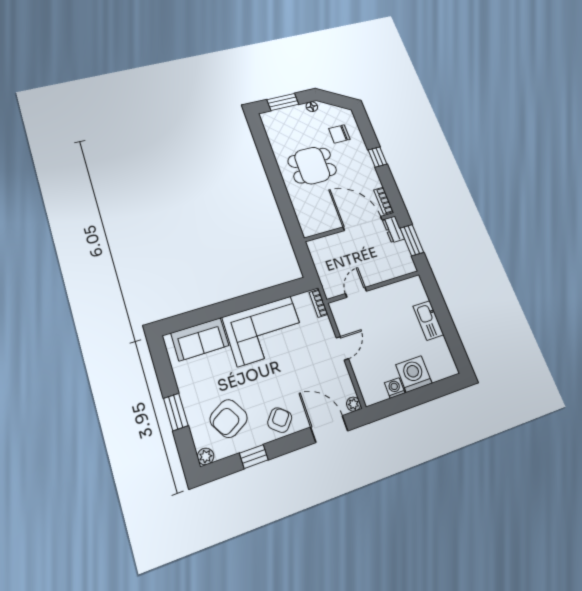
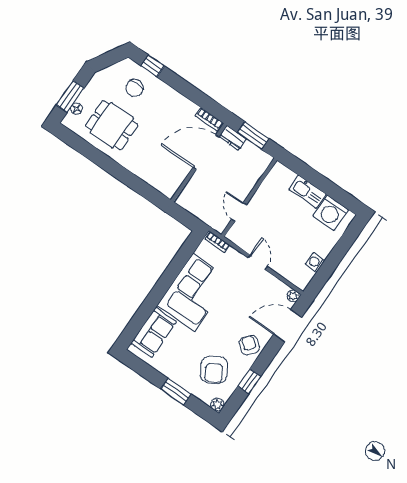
floor lamp: (312, 107) -> (76, 109), moved
window: (378, 157) -> (153, 66), moved
dining table: (312, 166) -> (112, 125), moved, turned 90
washing machine: (414, 374) -> (331, 213), moved, turned -90

